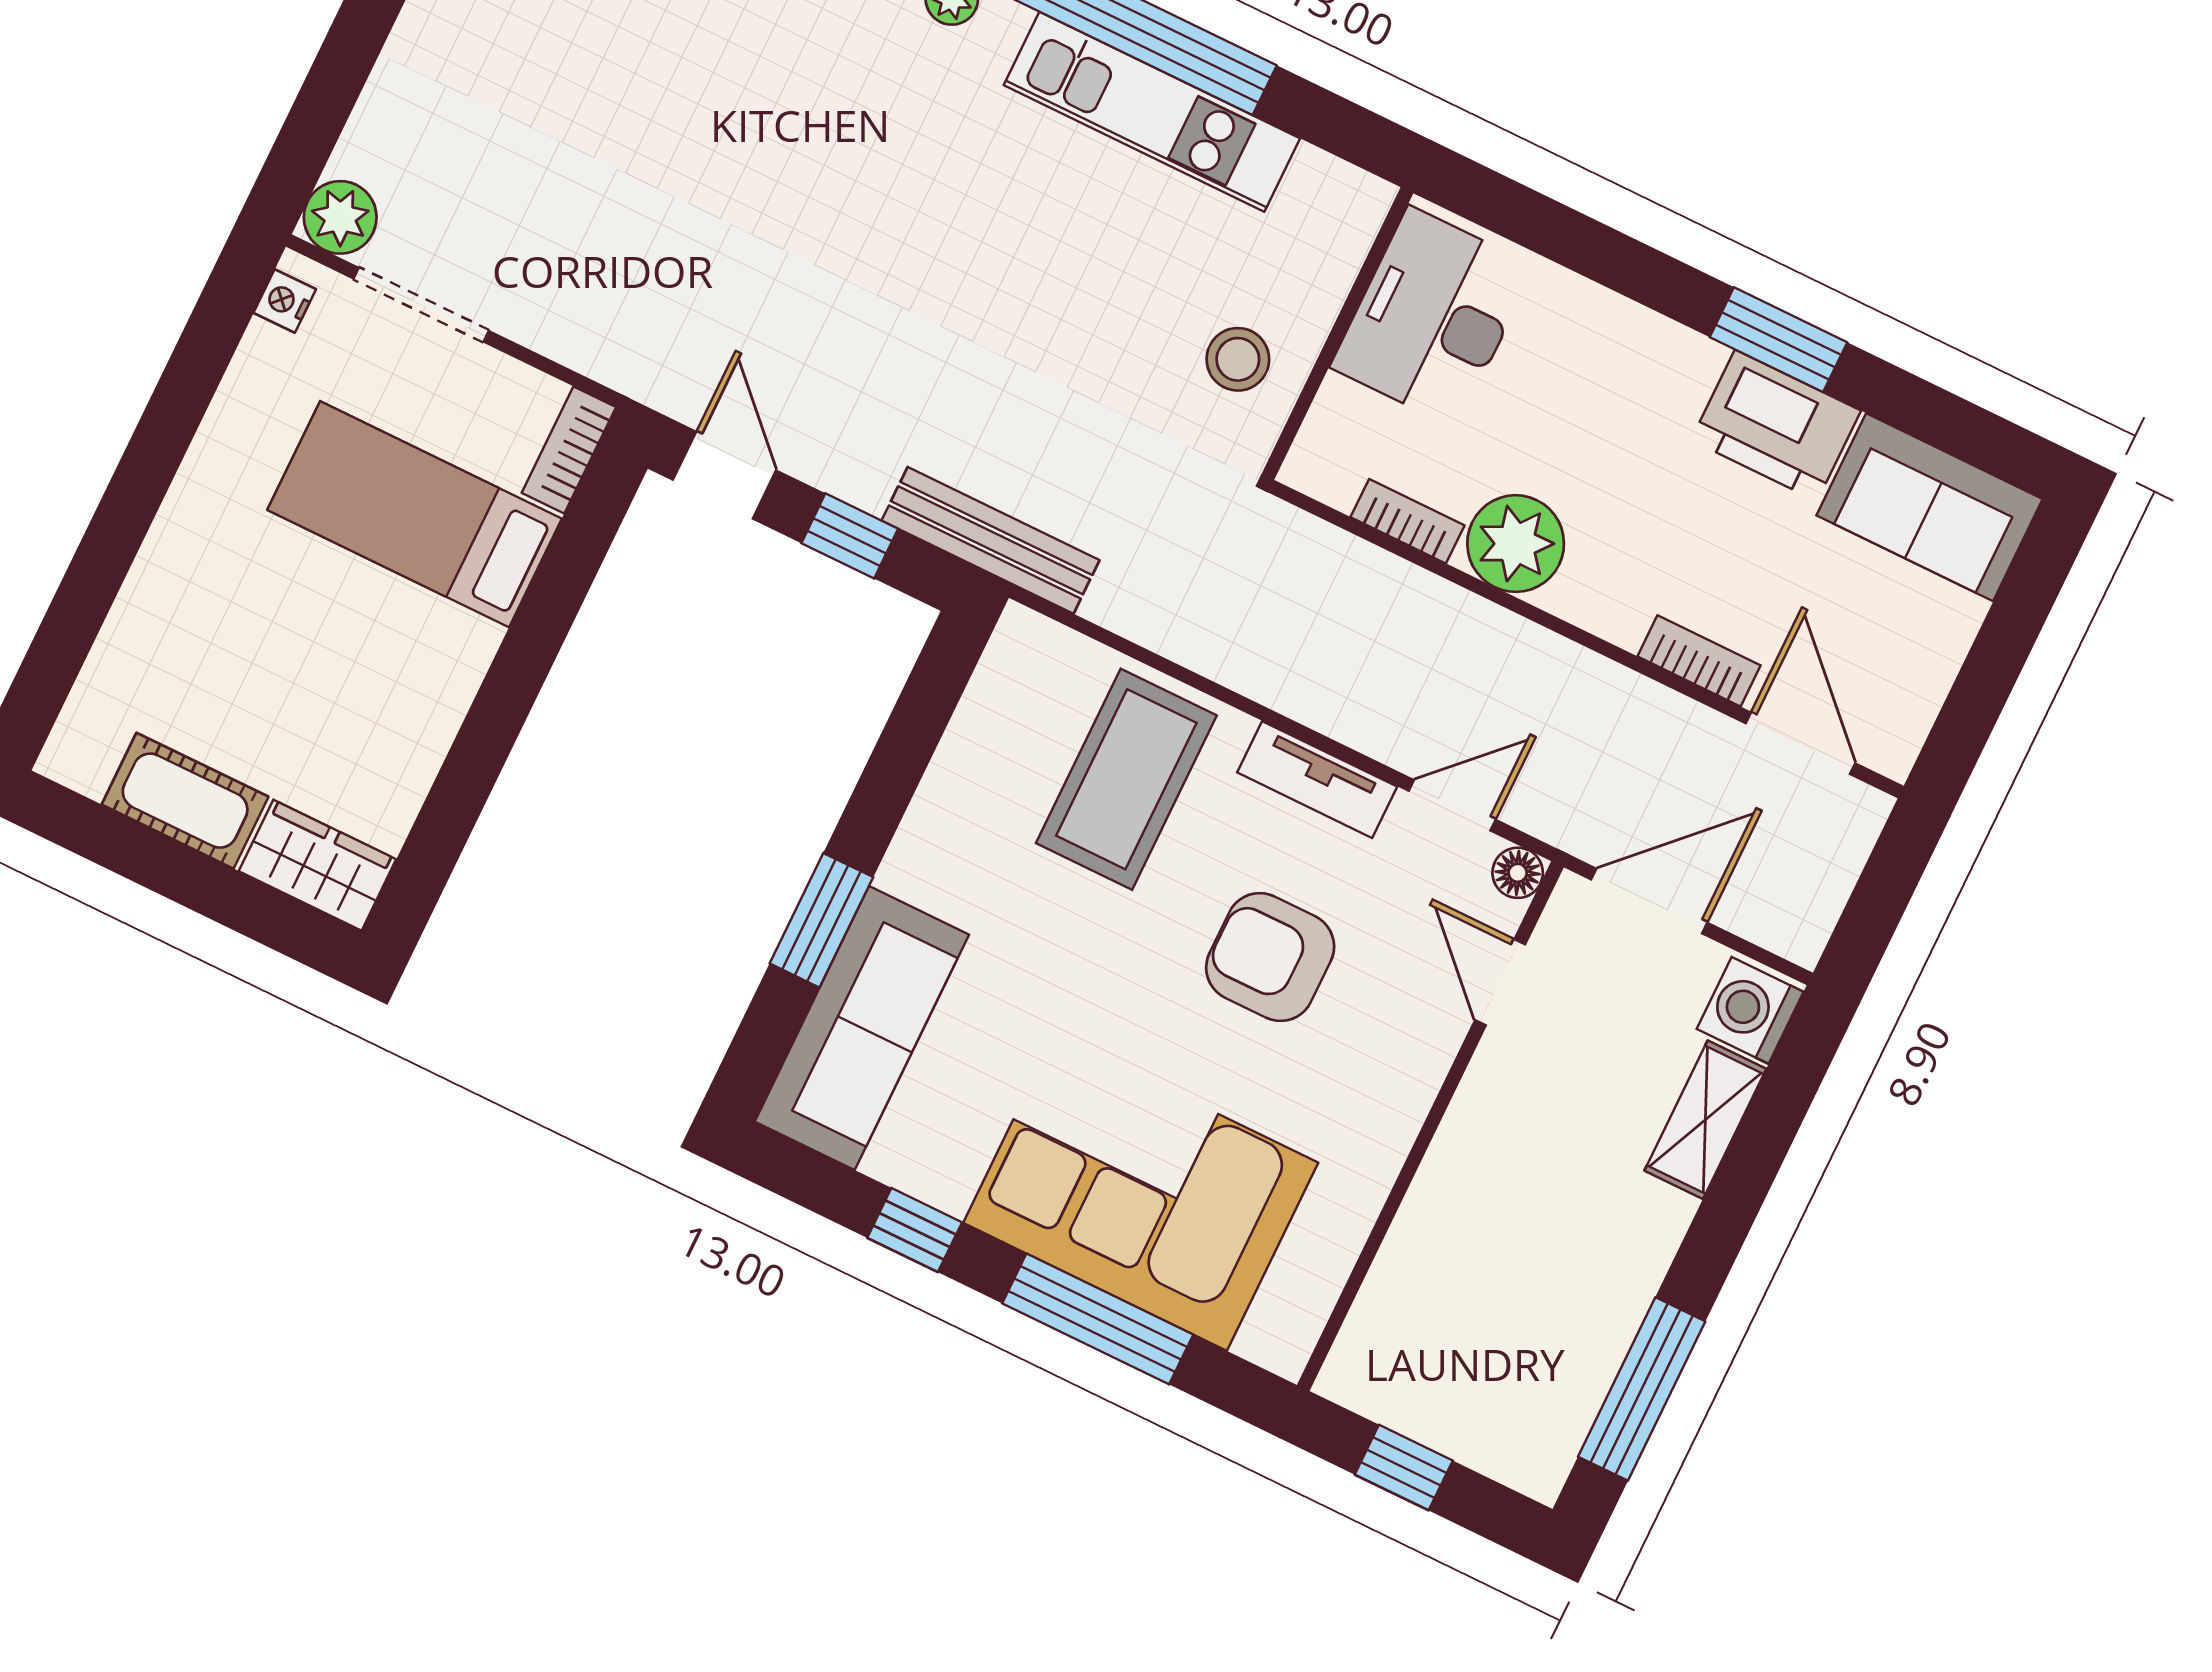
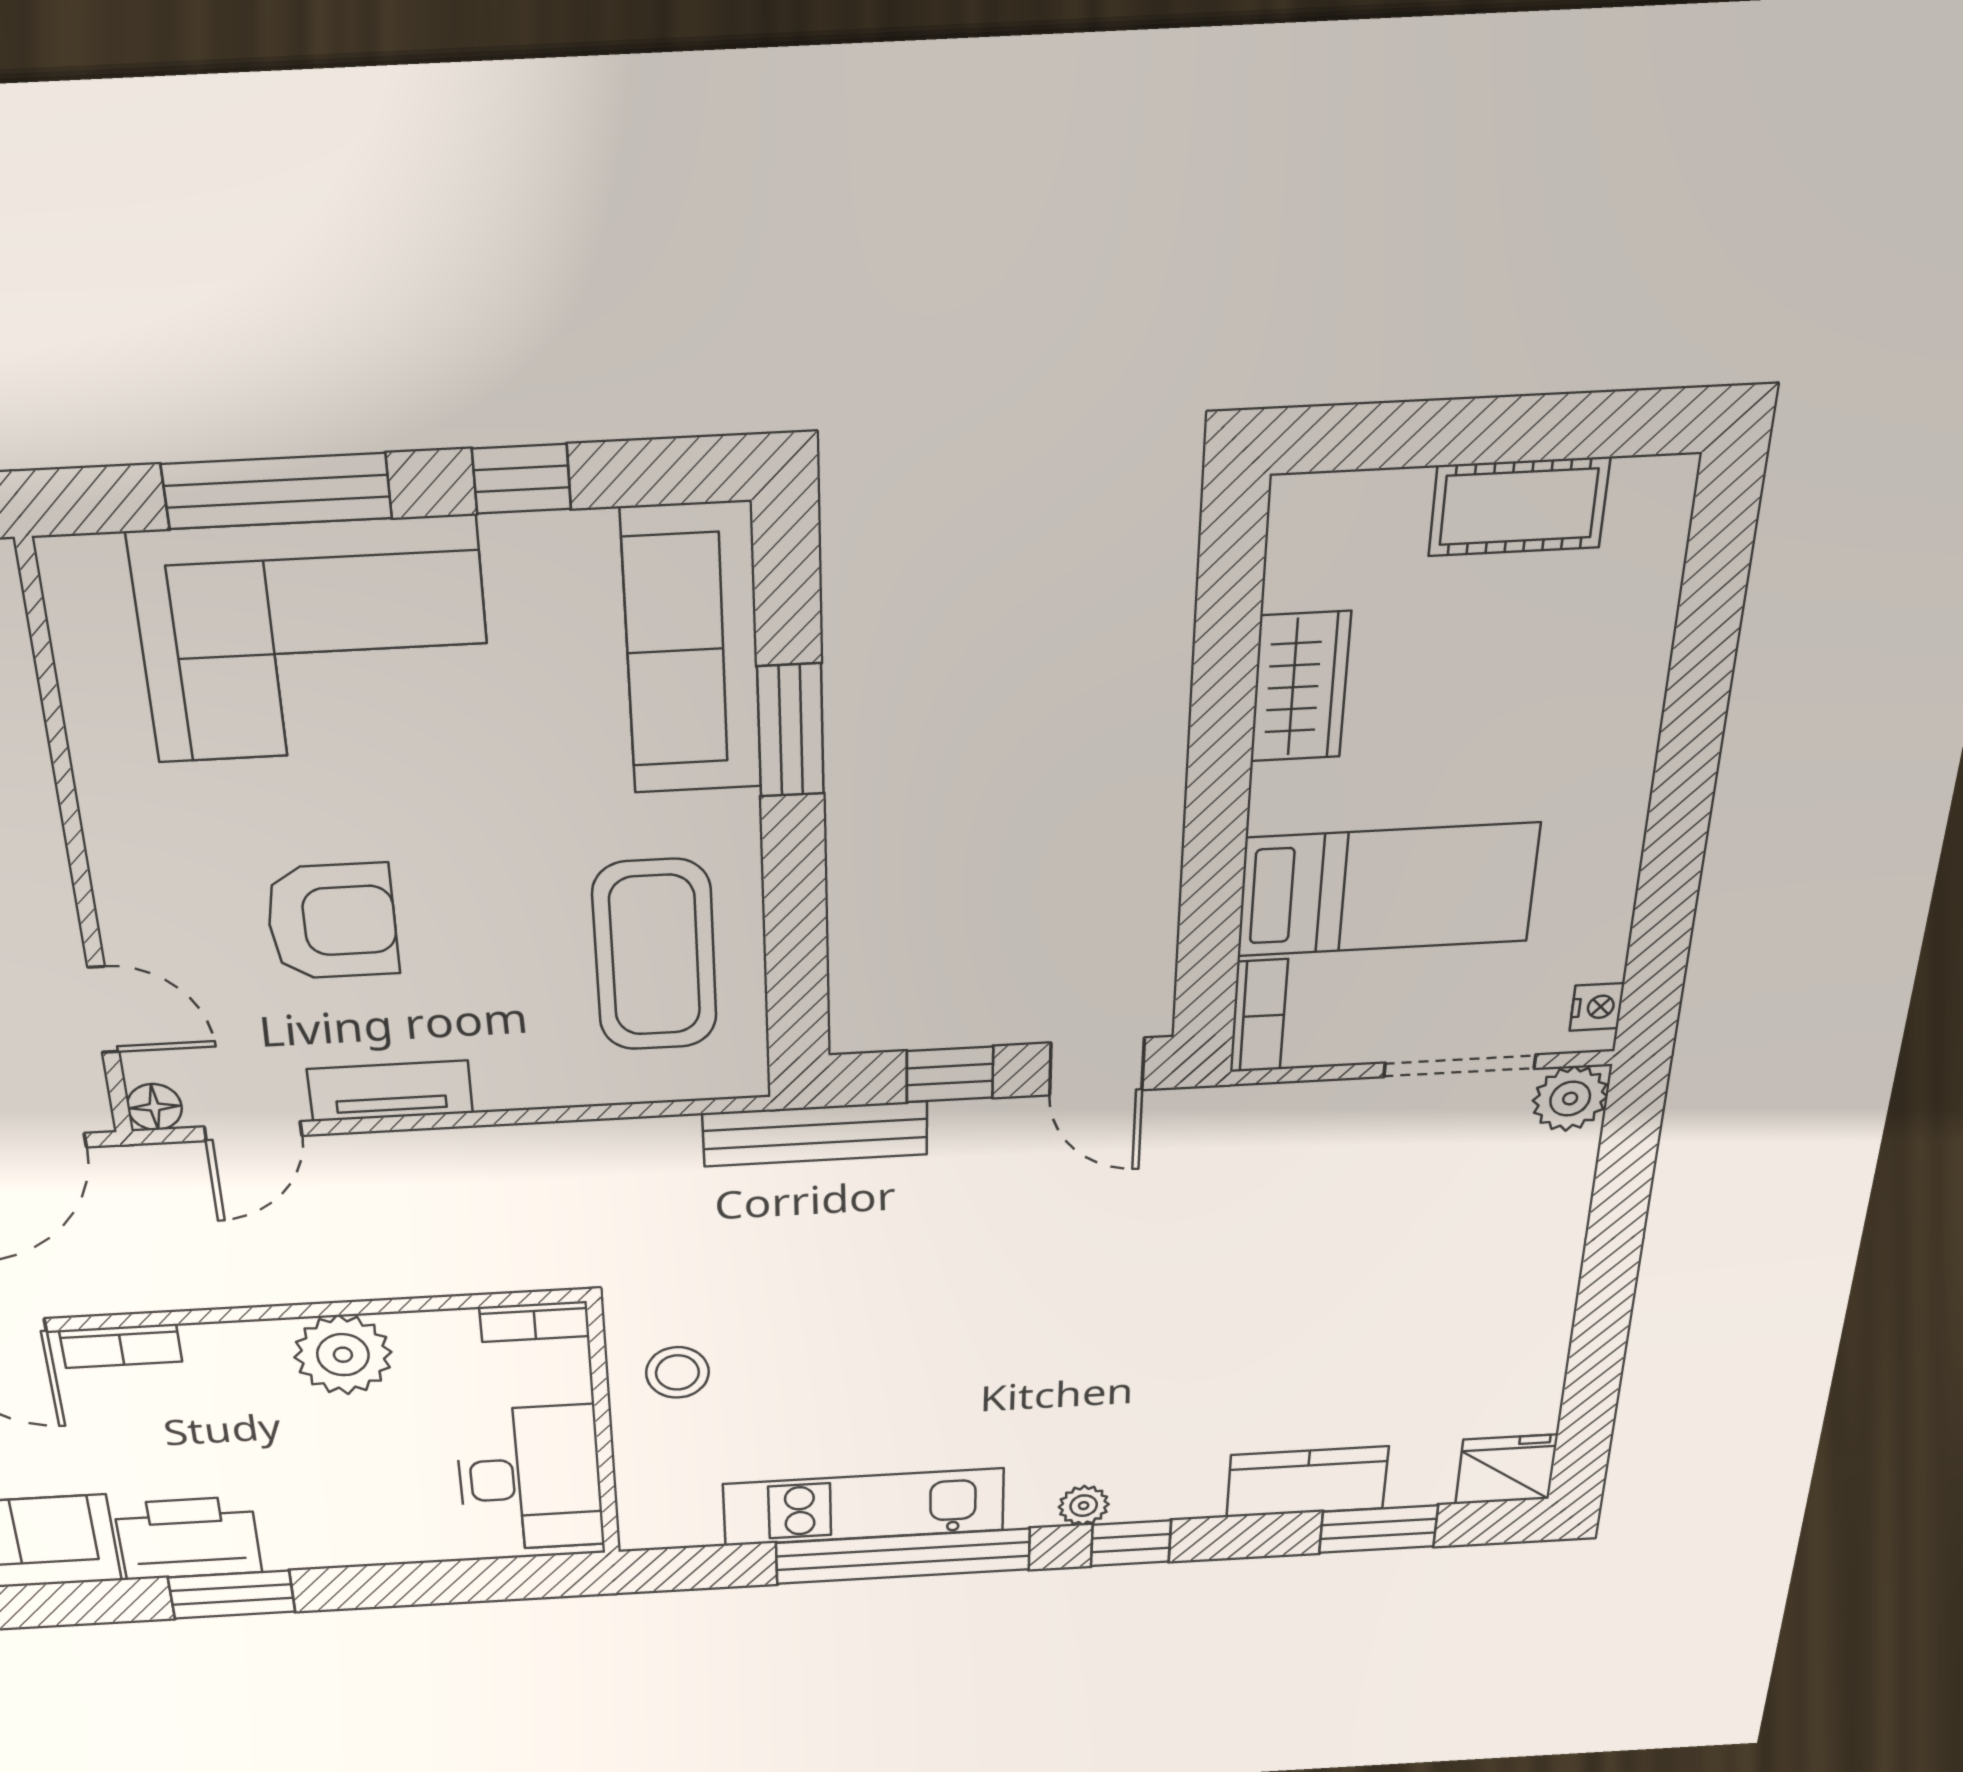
bookcase: (1408, 521) -> (534, 1322), moved
coffee table: (1126, 779) -> (655, 955), moved
wardrobe: (318, 865) -> (1300, 687), moved, turned -90

